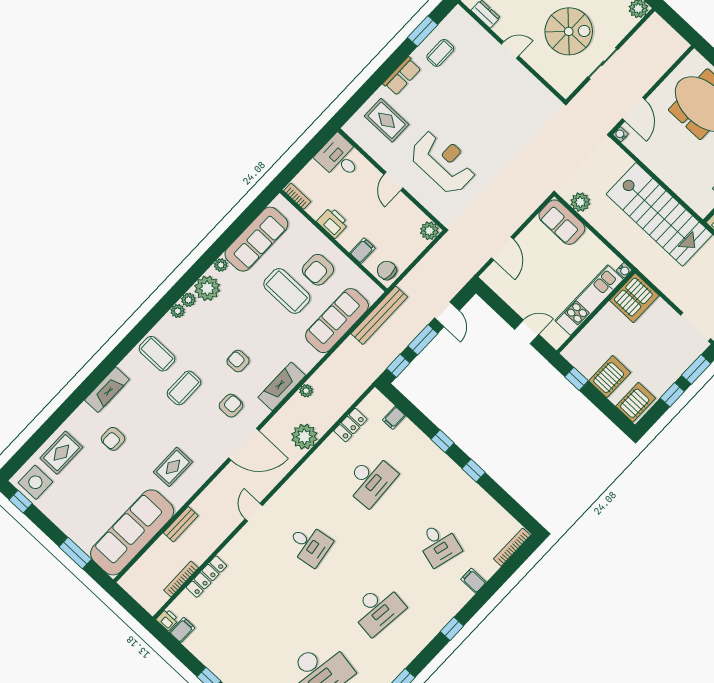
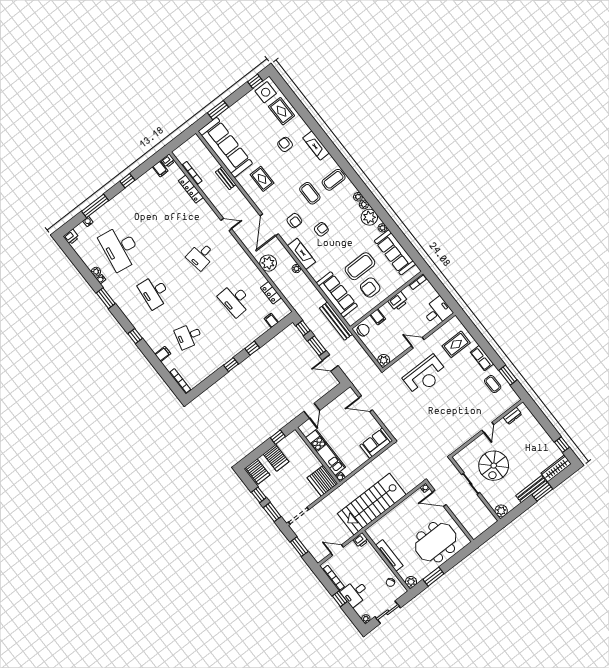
plant: (580, 202) -> (387, 456), removed
armchair: (318, 270) -> (370, 288), turned -90

